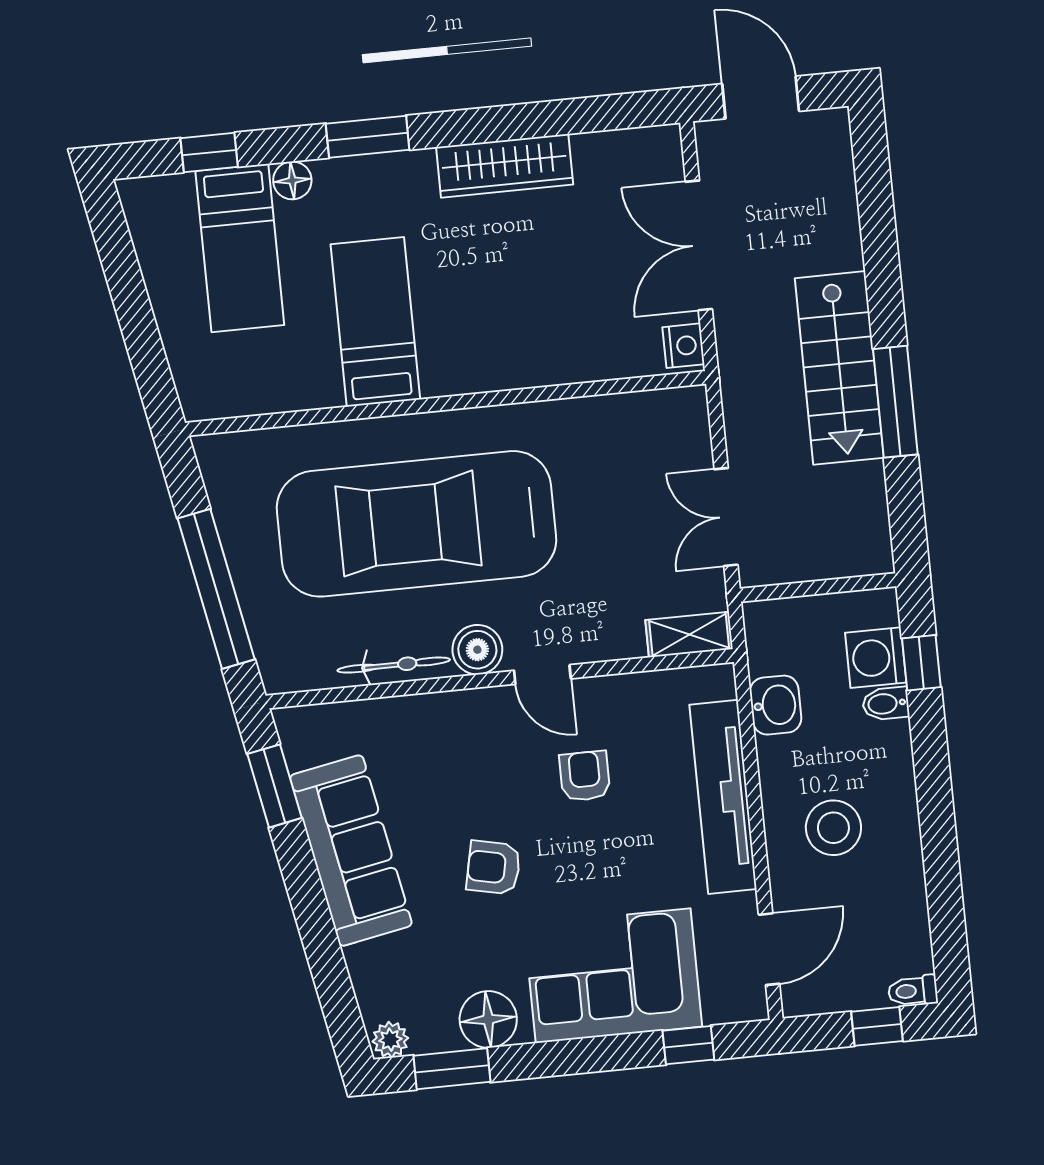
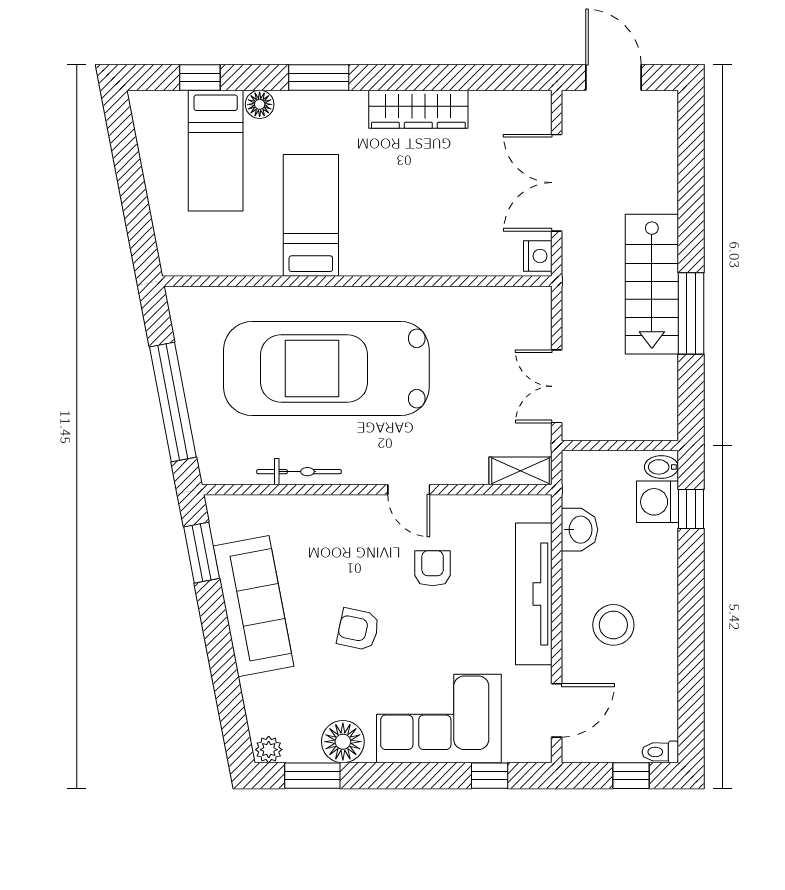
boiler: (477, 650) -> (362, 466), removed
bidet: (886, 704) -> (661, 467), moved

